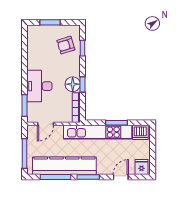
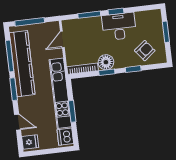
armchair: (66, 45) -> (145, 51), turned 69
window: (83, 48) -> (133, 69), moved
window: (25, 69) -> (116, 12), added
desk: (39, 86) -> (119, 26), moved
window: (25, 106) -> (89, 15), moved
door: (46, 124) -> (62, 39), hinge flipped

